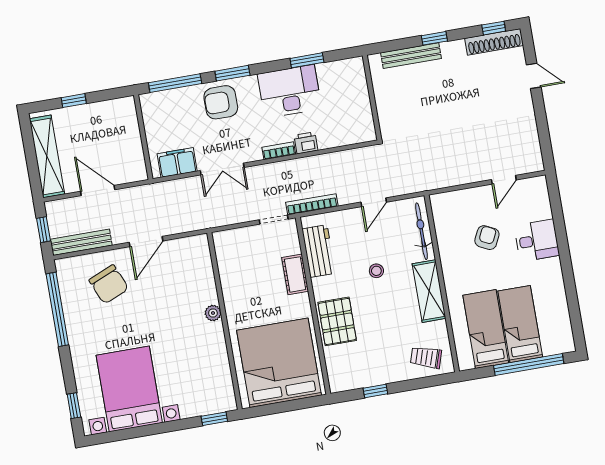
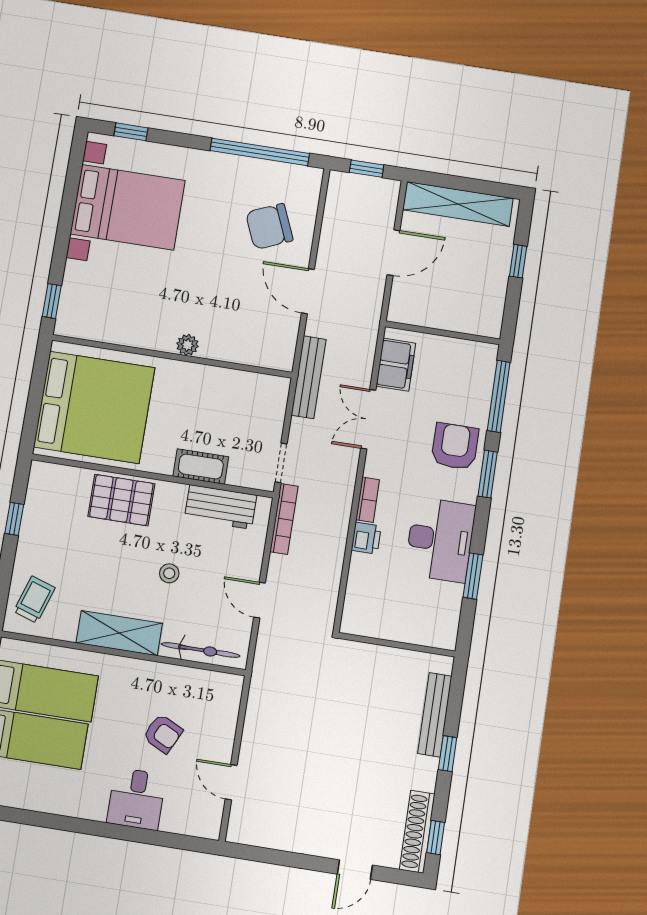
bench: (81, 242) -> (309, 377), moved

